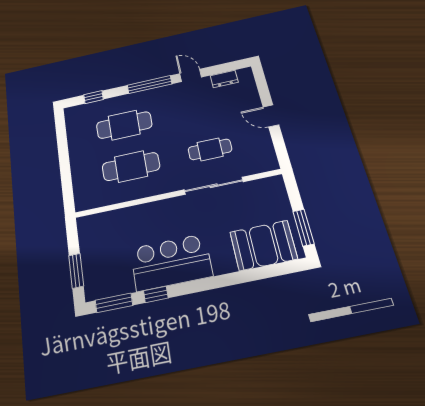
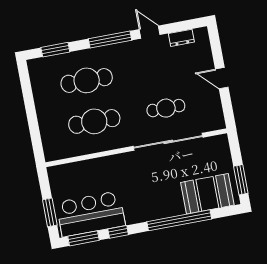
window: (93, 97) -> (55, 50), width x1.50
sliding door: (214, 186) -> (168, 142), width x1.36
bar counter: (171, 262) -> (91, 214), moved
window: (231, 279) -> (179, 220), added

